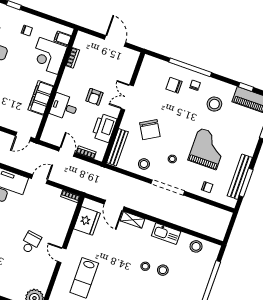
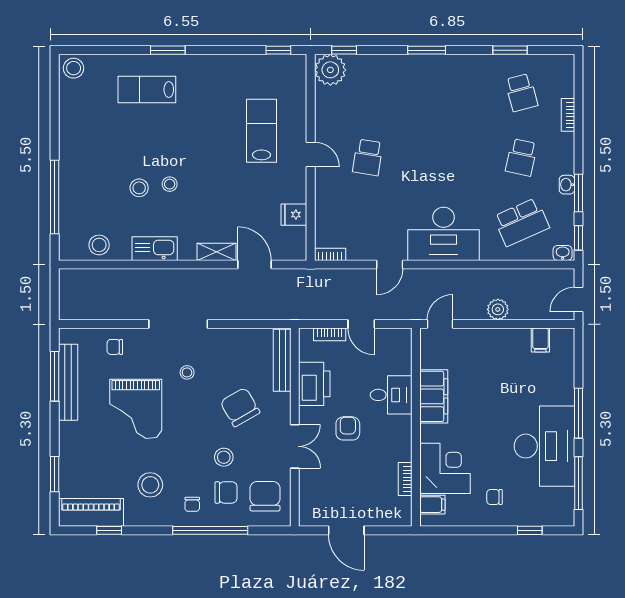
chair: (153, 76) -> (265, 496), added
stool: (144, 164) -> (224, 457), moved
fridge: (87, 221) -> (294, 215), width x0.53, depth x0.75

